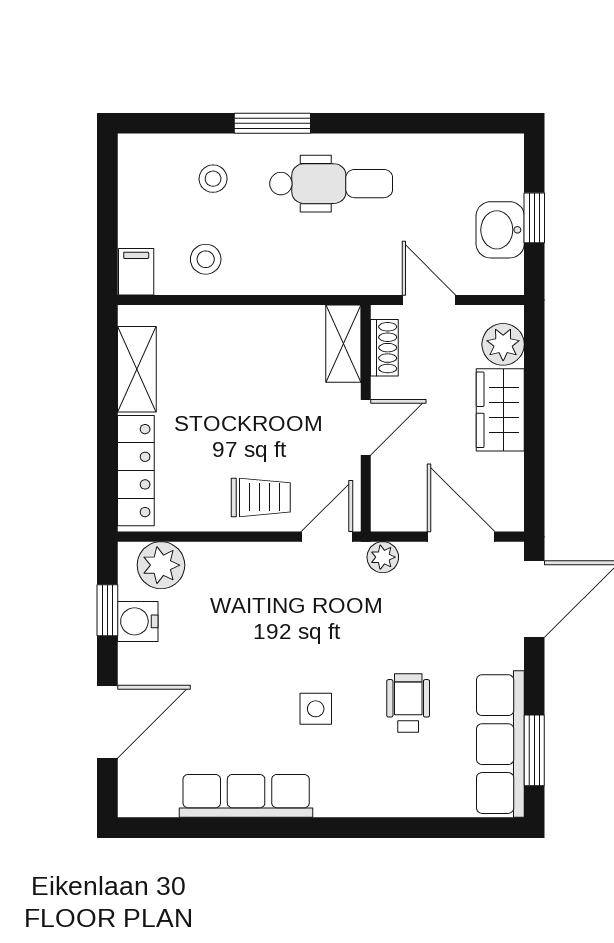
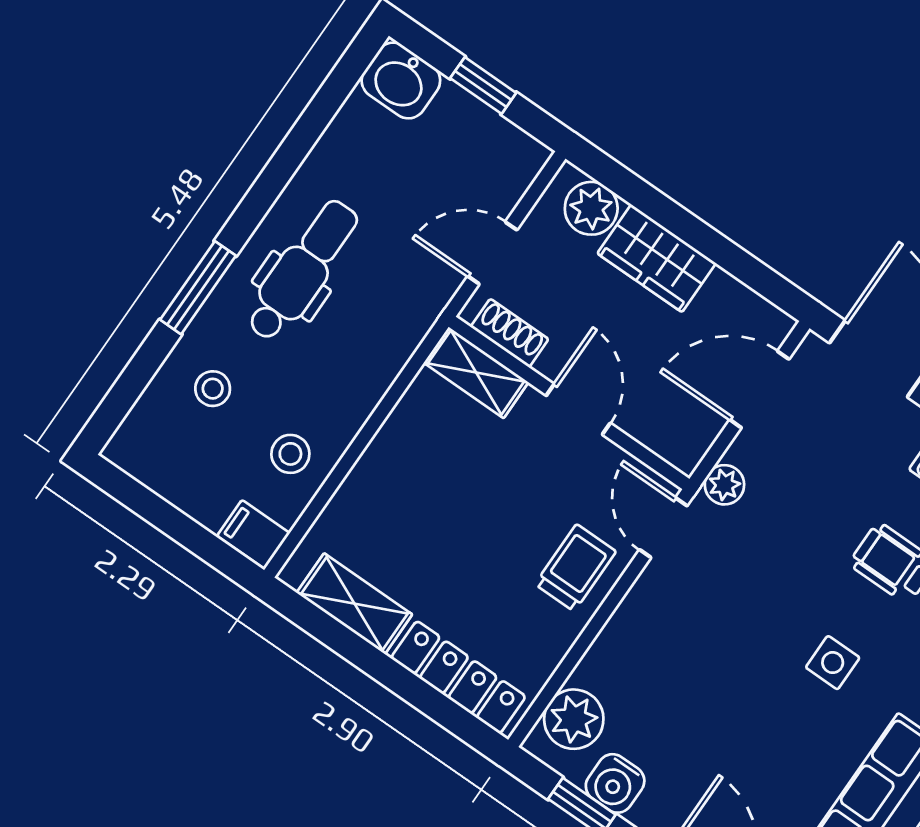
washbasin: (500, 230) -> (401, 80), moved

